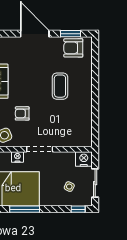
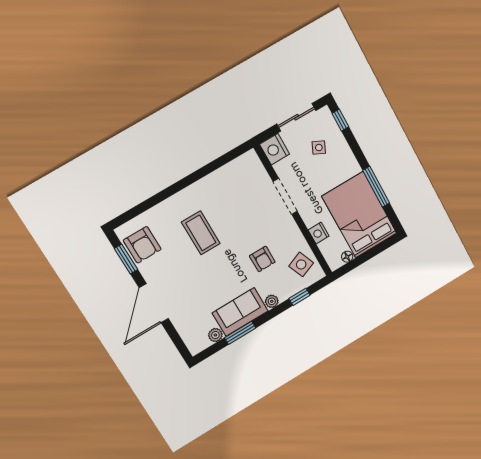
coffee table: (60, 86) -> (201, 233), turned 90
doorway: (40, 149) -> (285, 196), moved

